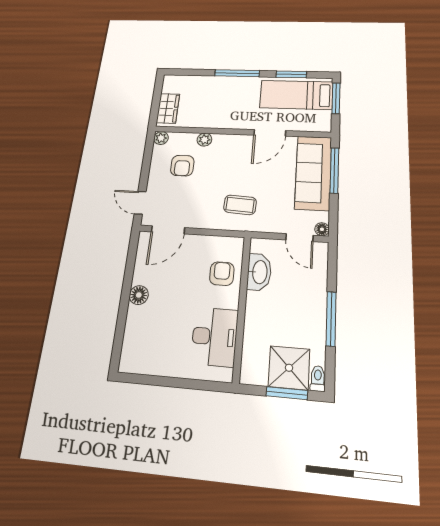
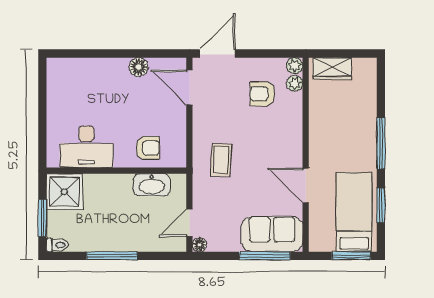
plant: (204, 140) -> (295, 83), moved
sofa: (313, 173) -> (272, 234), width x0.73
door: (140, 203) -> (217, 54), width x1.38
floor lamp: (139, 295) -> (138, 67), moved
shower: (289, 368) -> (64, 192), moved

